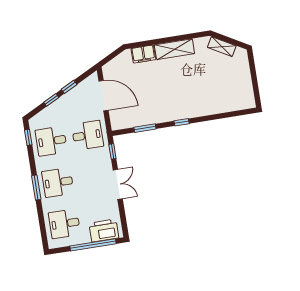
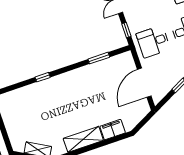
door: (104, 96) -> (144, 83), hinge flipped
window: (182, 122) -> (43, 77), moved

